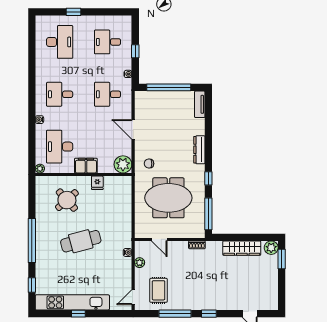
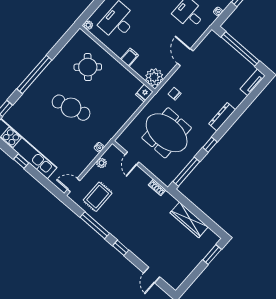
filing cabinet: (86, 166) -> (129, 57), width x0.50
fridge: (97, 183) -> (144, 93), moved
plant: (271, 248) -> (212, 239), removed

